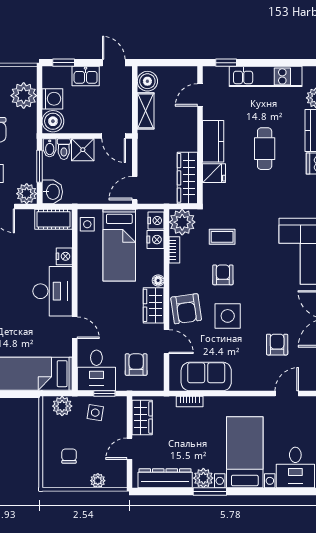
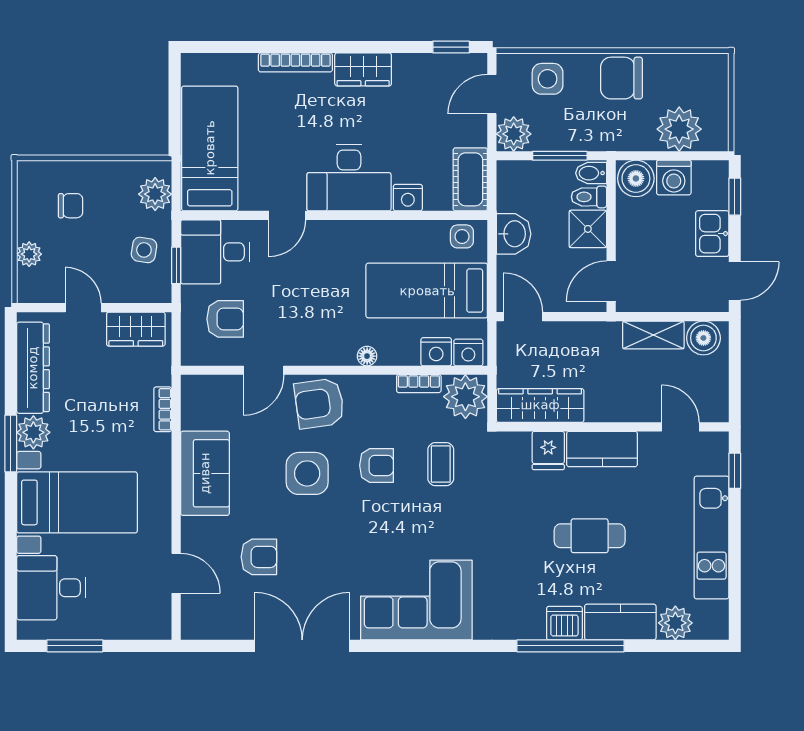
washbasin: (52, 192) -> (514, 234), moved, turned -90
wardrobe: (154, 305) -> (325, 348), removed
sofa: (206, 376) -> (205, 473), moved

